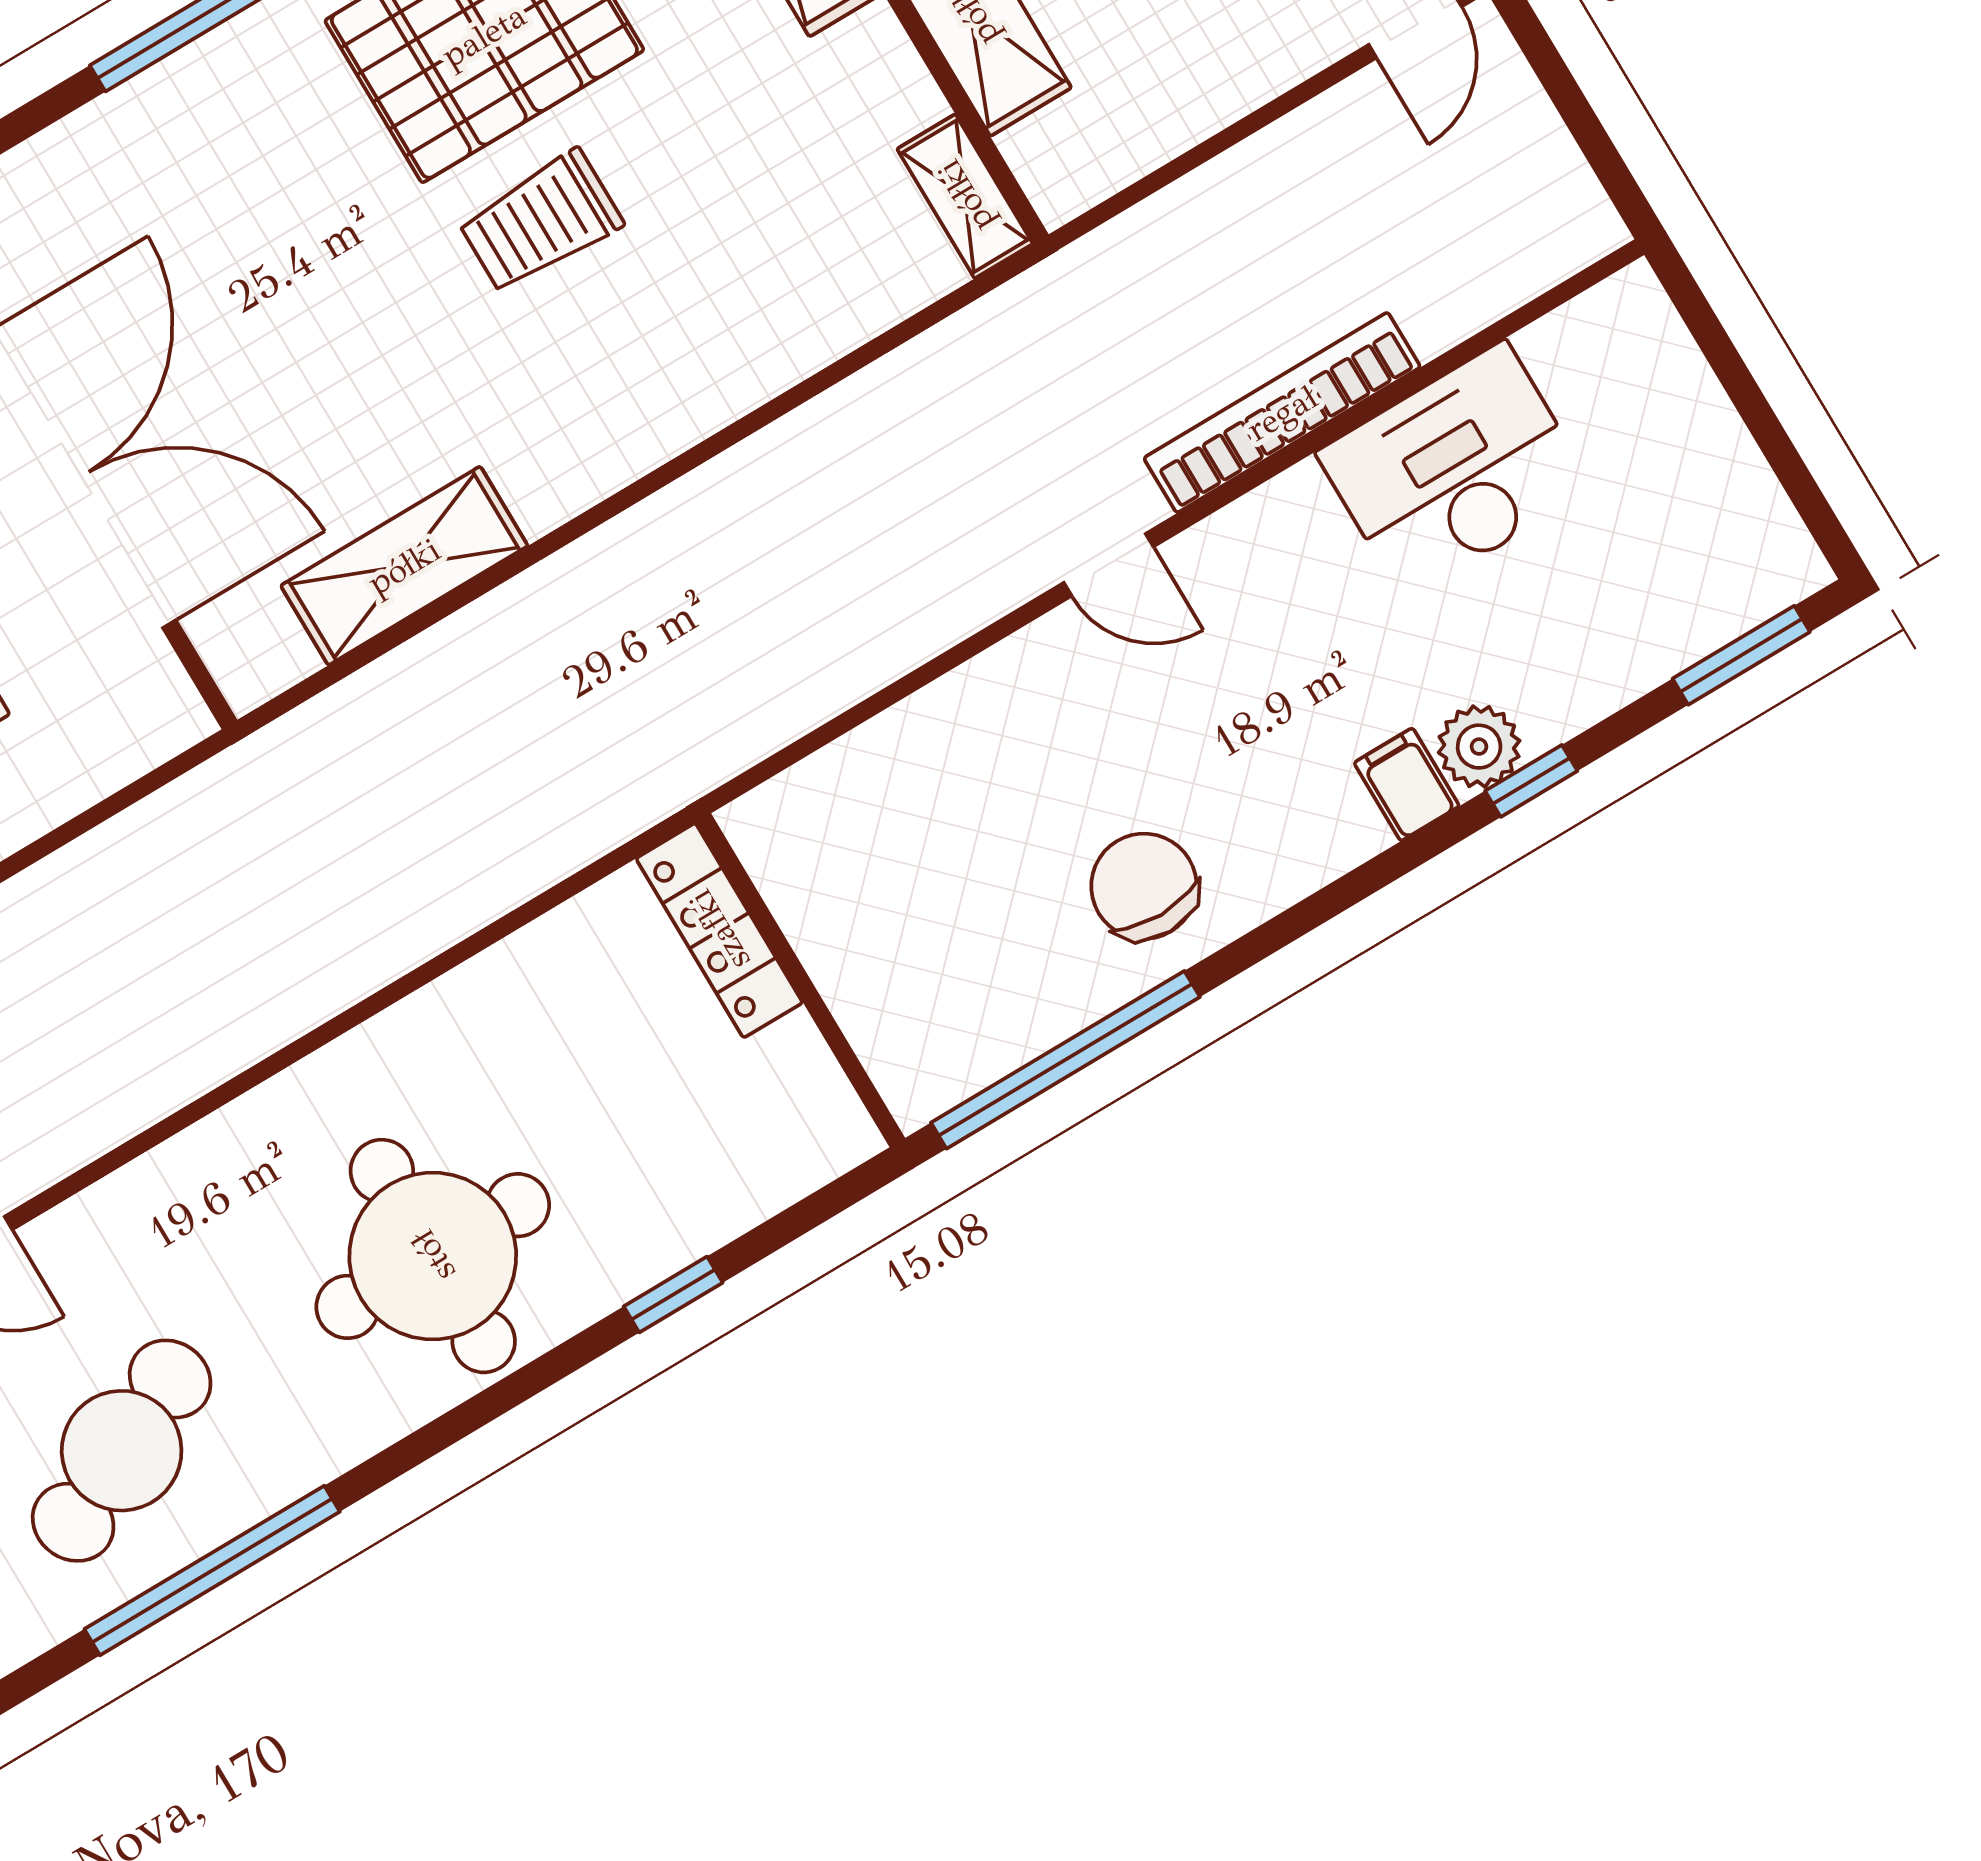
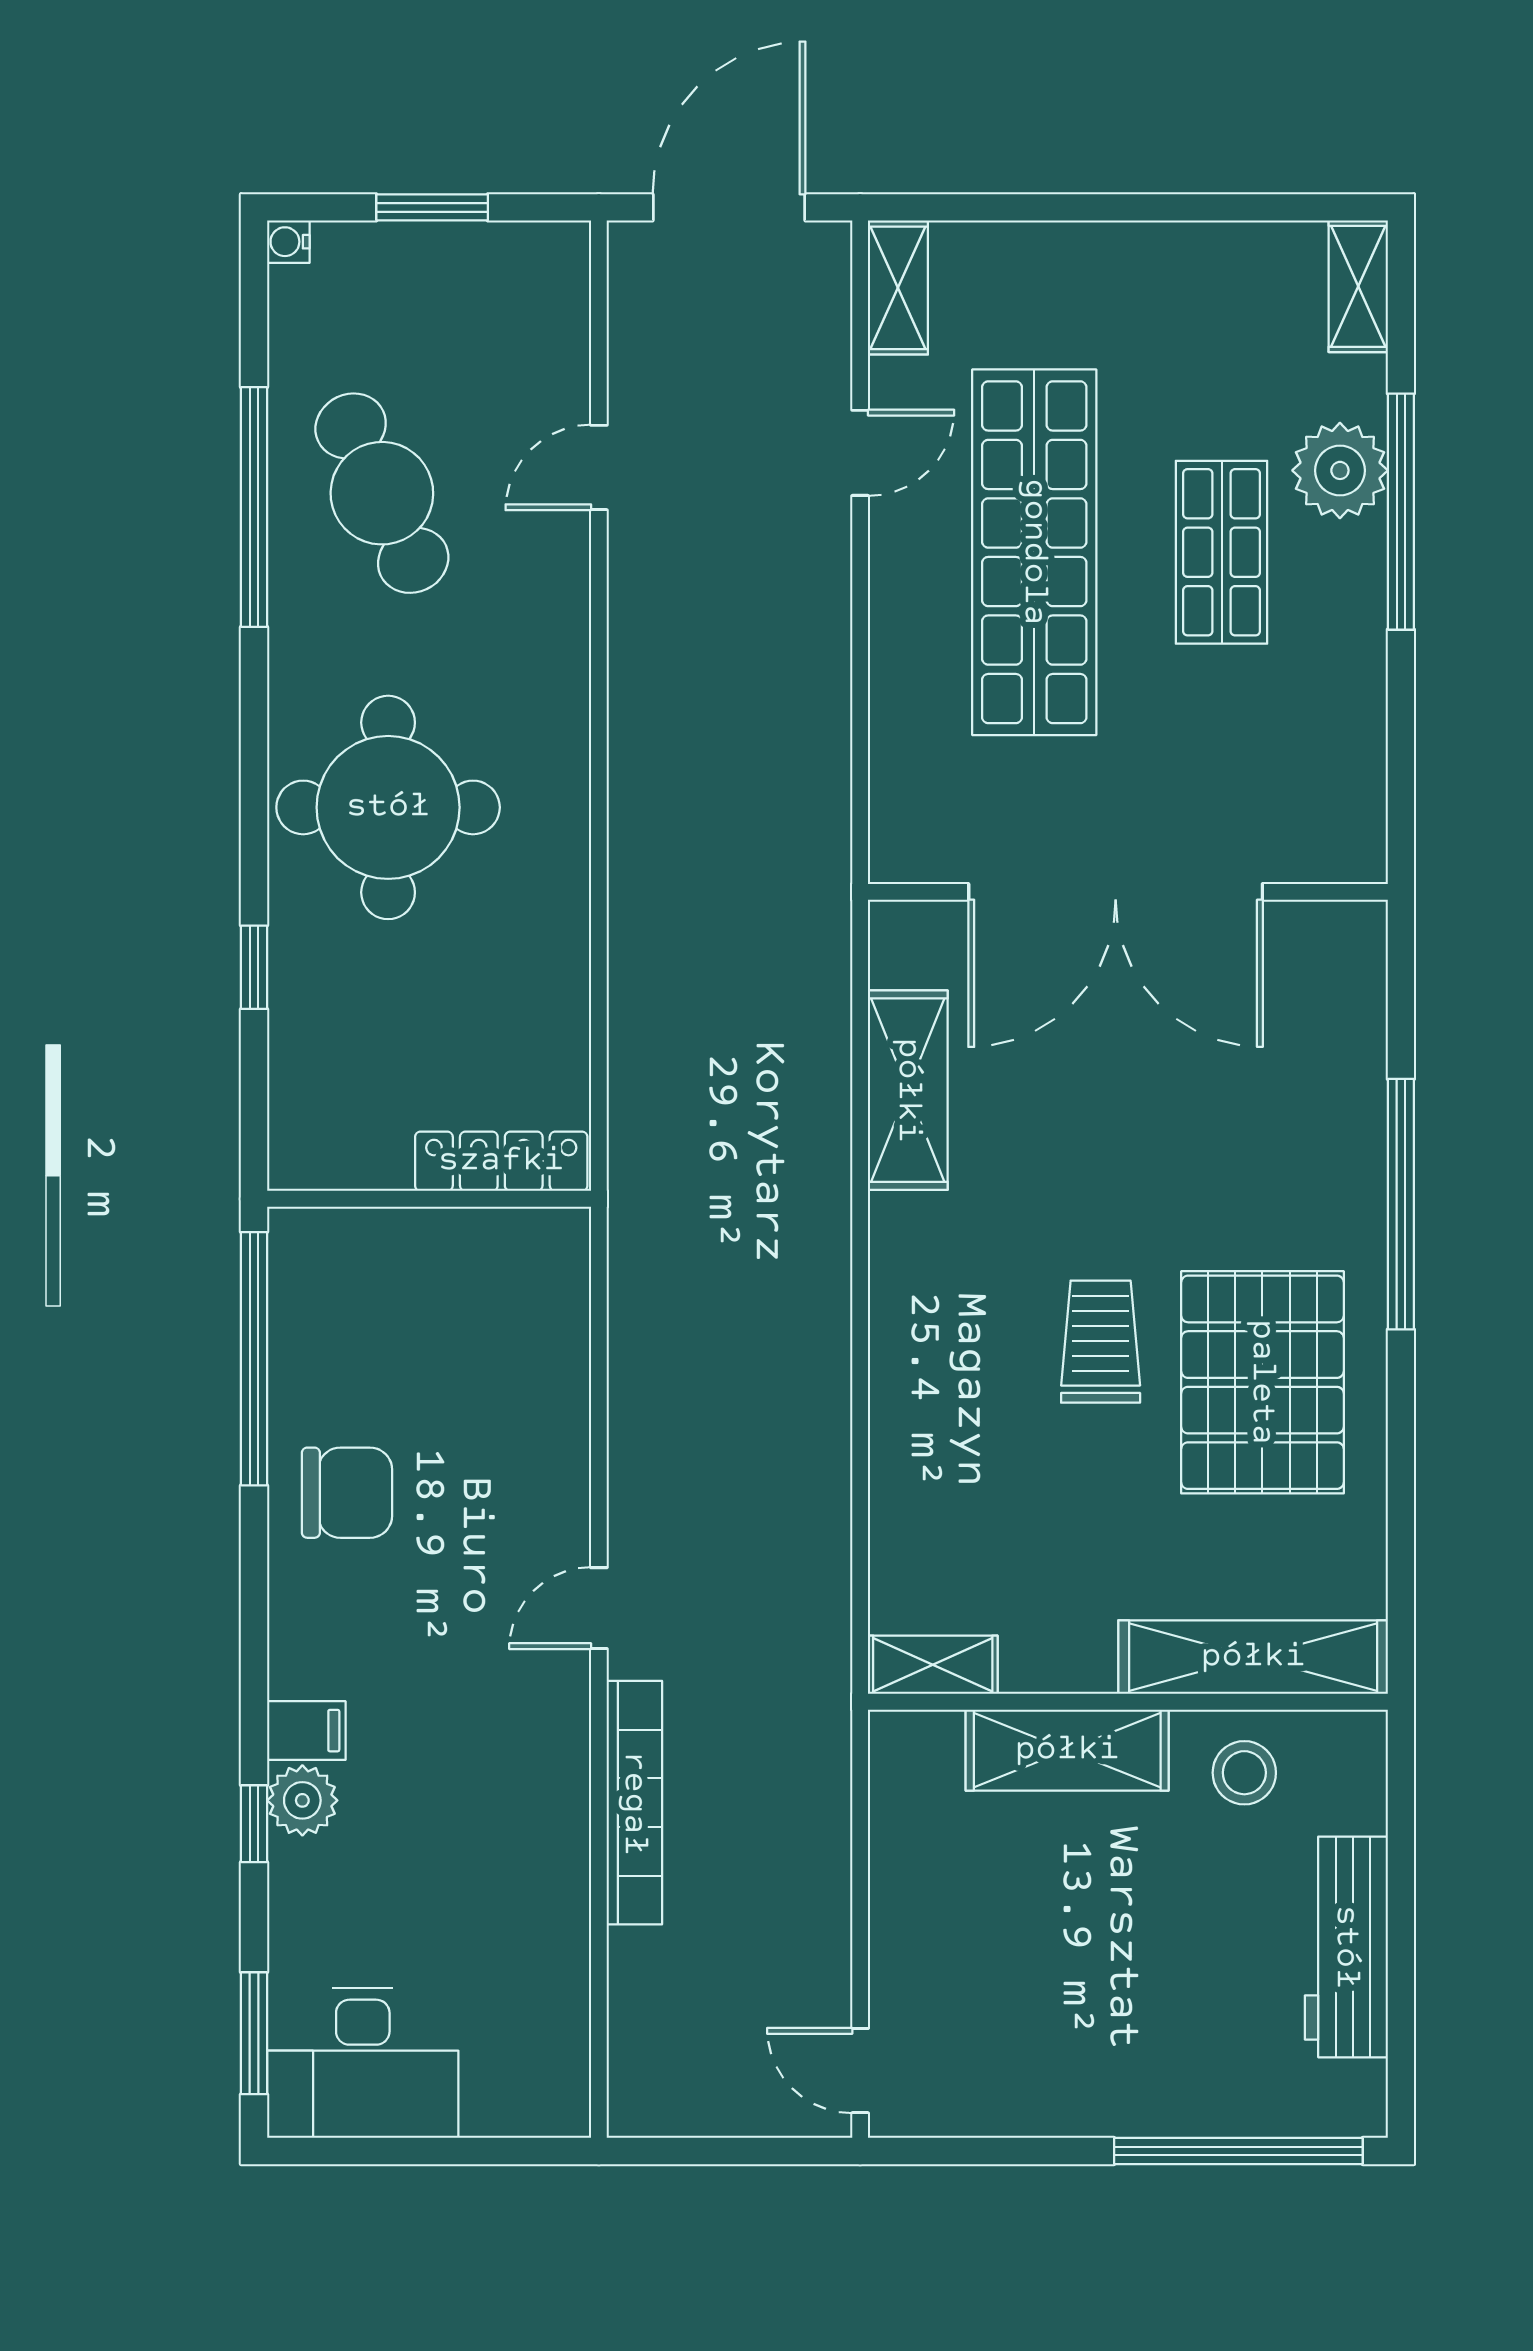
desk: (1455, 470) -> (363, 2063), moved, turned 90

